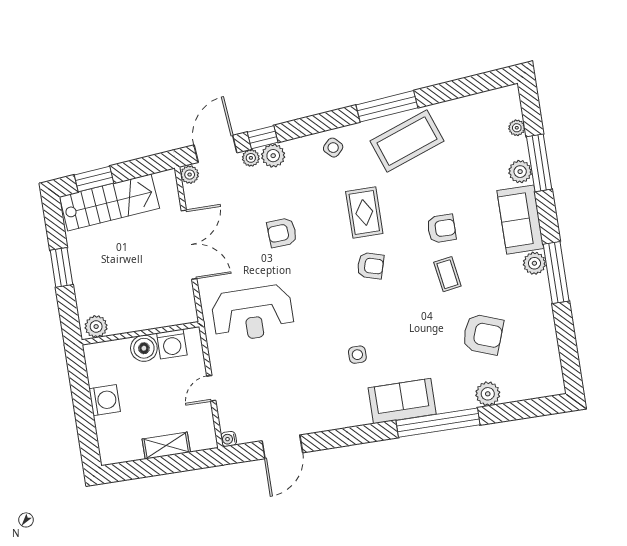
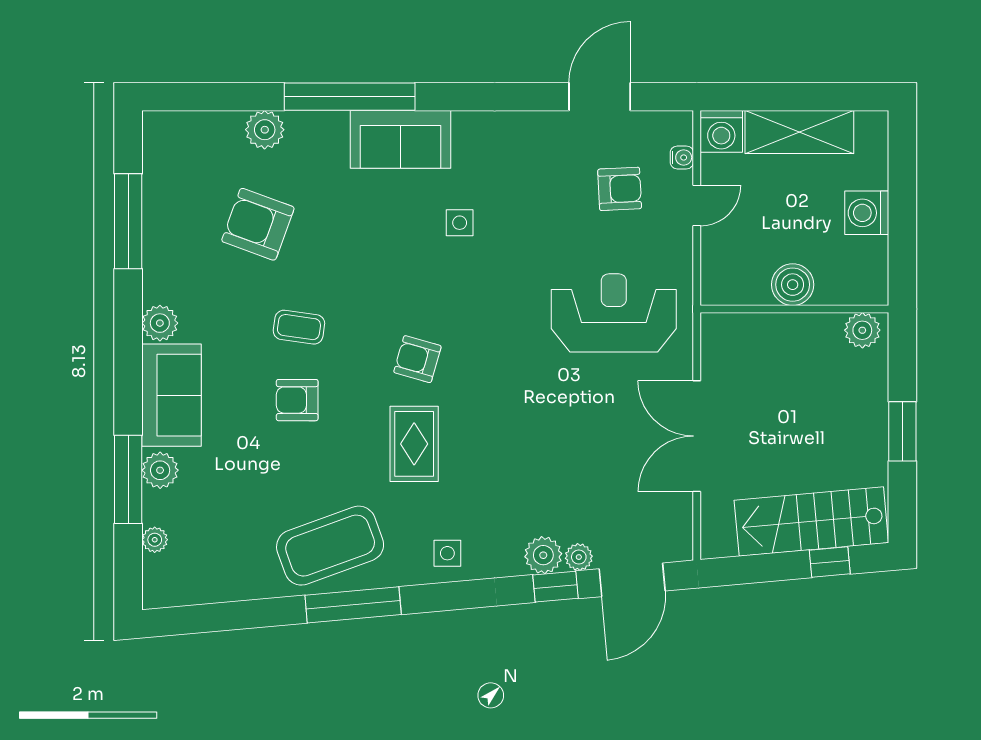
side table: (333, 148) -> (447, 553), turned 45
plant: (190, 175) -> (679, 546), removed
window: (94, 179) -> (830, 562), width x0.67
armchair: (282, 233) -> (620, 189), moved
window: (556, 273) -> (128, 221), moved
coffee table: (447, 274) -> (299, 327), turned -73
washing machine: (172, 344) -> (721, 131), moved, turned 180
water cooler: (229, 439) -> (682, 157), moved
shelving: (166, 446) -> (799, 132), width x1.50, depth x1.33

